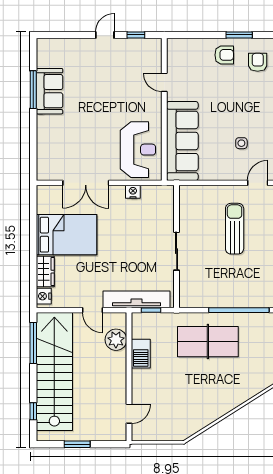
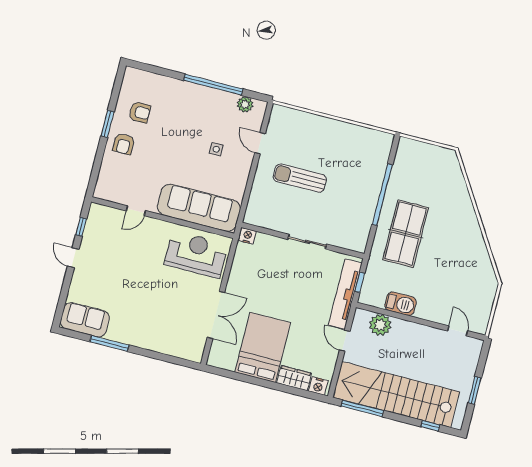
armchair: (224, 55) -> (124, 144), turned 180
armchair: (258, 62) -> (140, 112), turned 180
sofa: (49, 91) -> (85, 320), moved
nightstand: (133, 192) -> (247, 236), moved, turned 90
door: (92, 310) -> (345, 341), swing flipped

